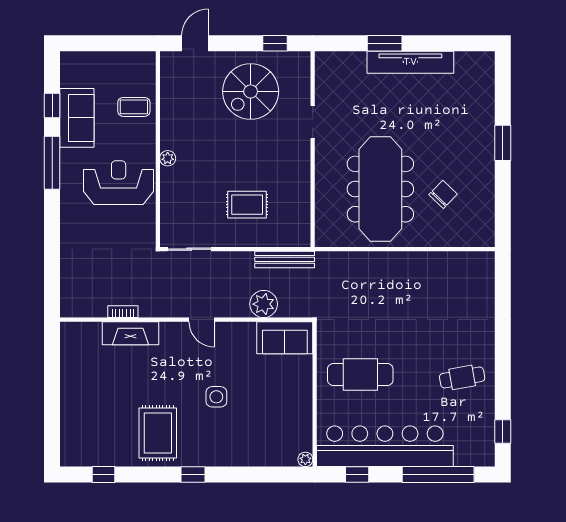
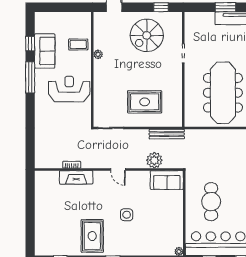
plant: (168, 158) -> (98, 54), moved
rug: (247, 205) -> (145, 102), width x1.36, depth x1.43
cafe table: (360, 374) -> (211, 202), turned 90

